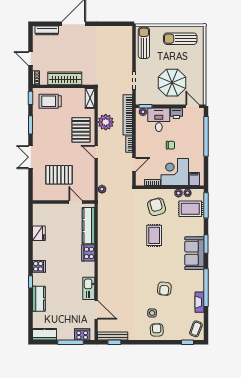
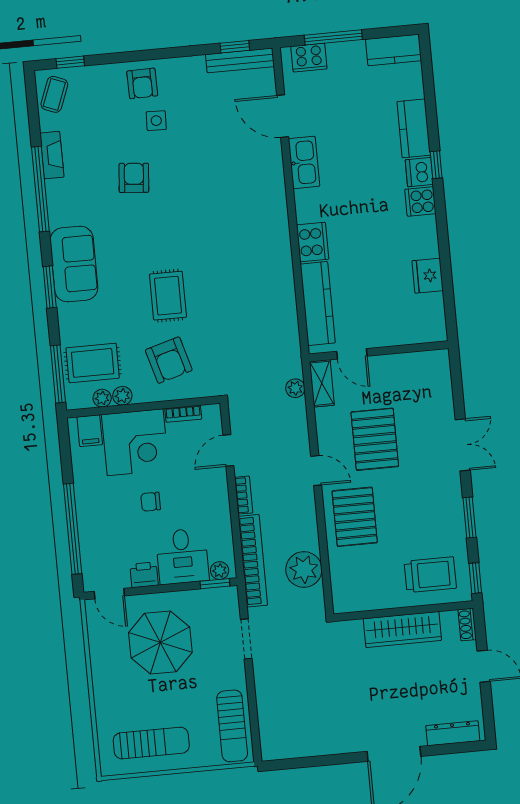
shelving: (90, 98) -> (322, 383), moved
plant: (106, 122) -> (304, 569), moved
pallet: (59, 175) -> (375, 439), moved, turned 90
dishwasher: (38, 279) -> (419, 172), added

